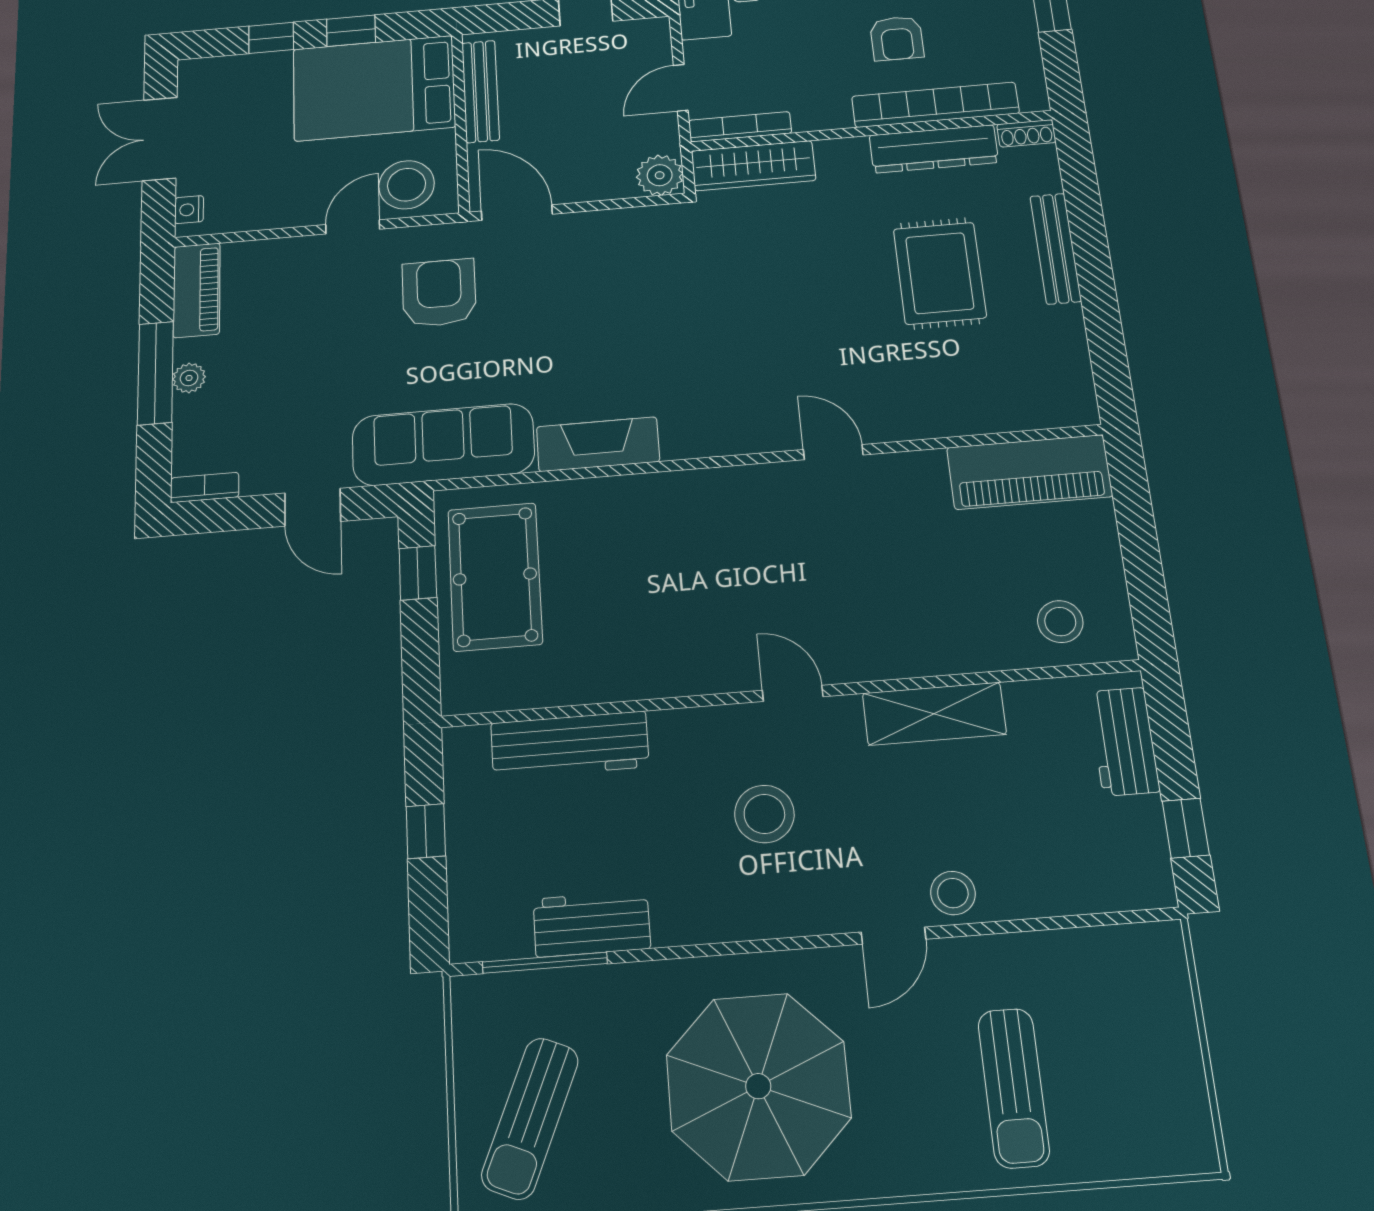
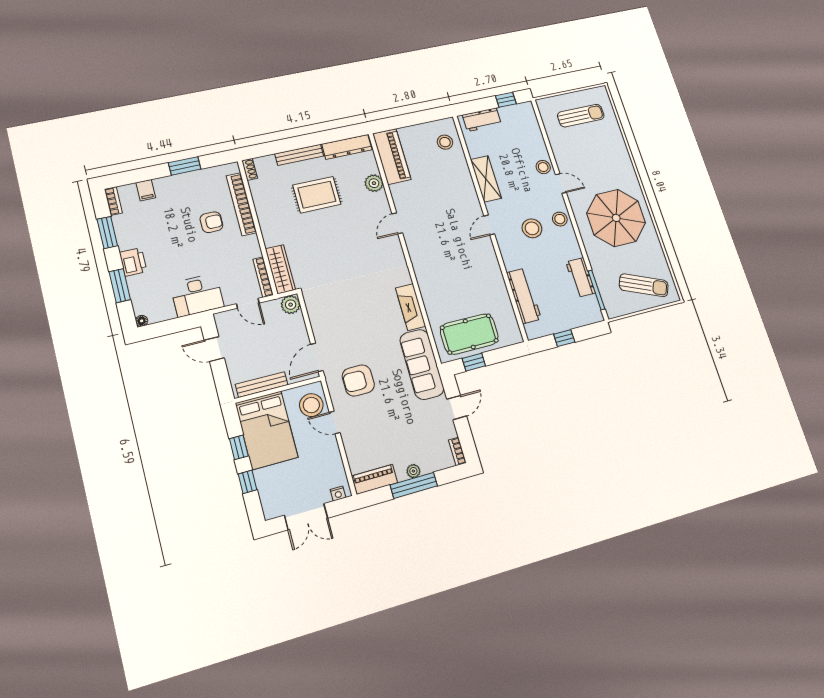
dresser: (934, 149) -> (347, 147), moved, turned 90
plant: (956, 414) -> (374, 183), added
stool: (781, 905) -> (560, 219), added
sun lounger: (1014, 1088) -> (581, 116), moved

